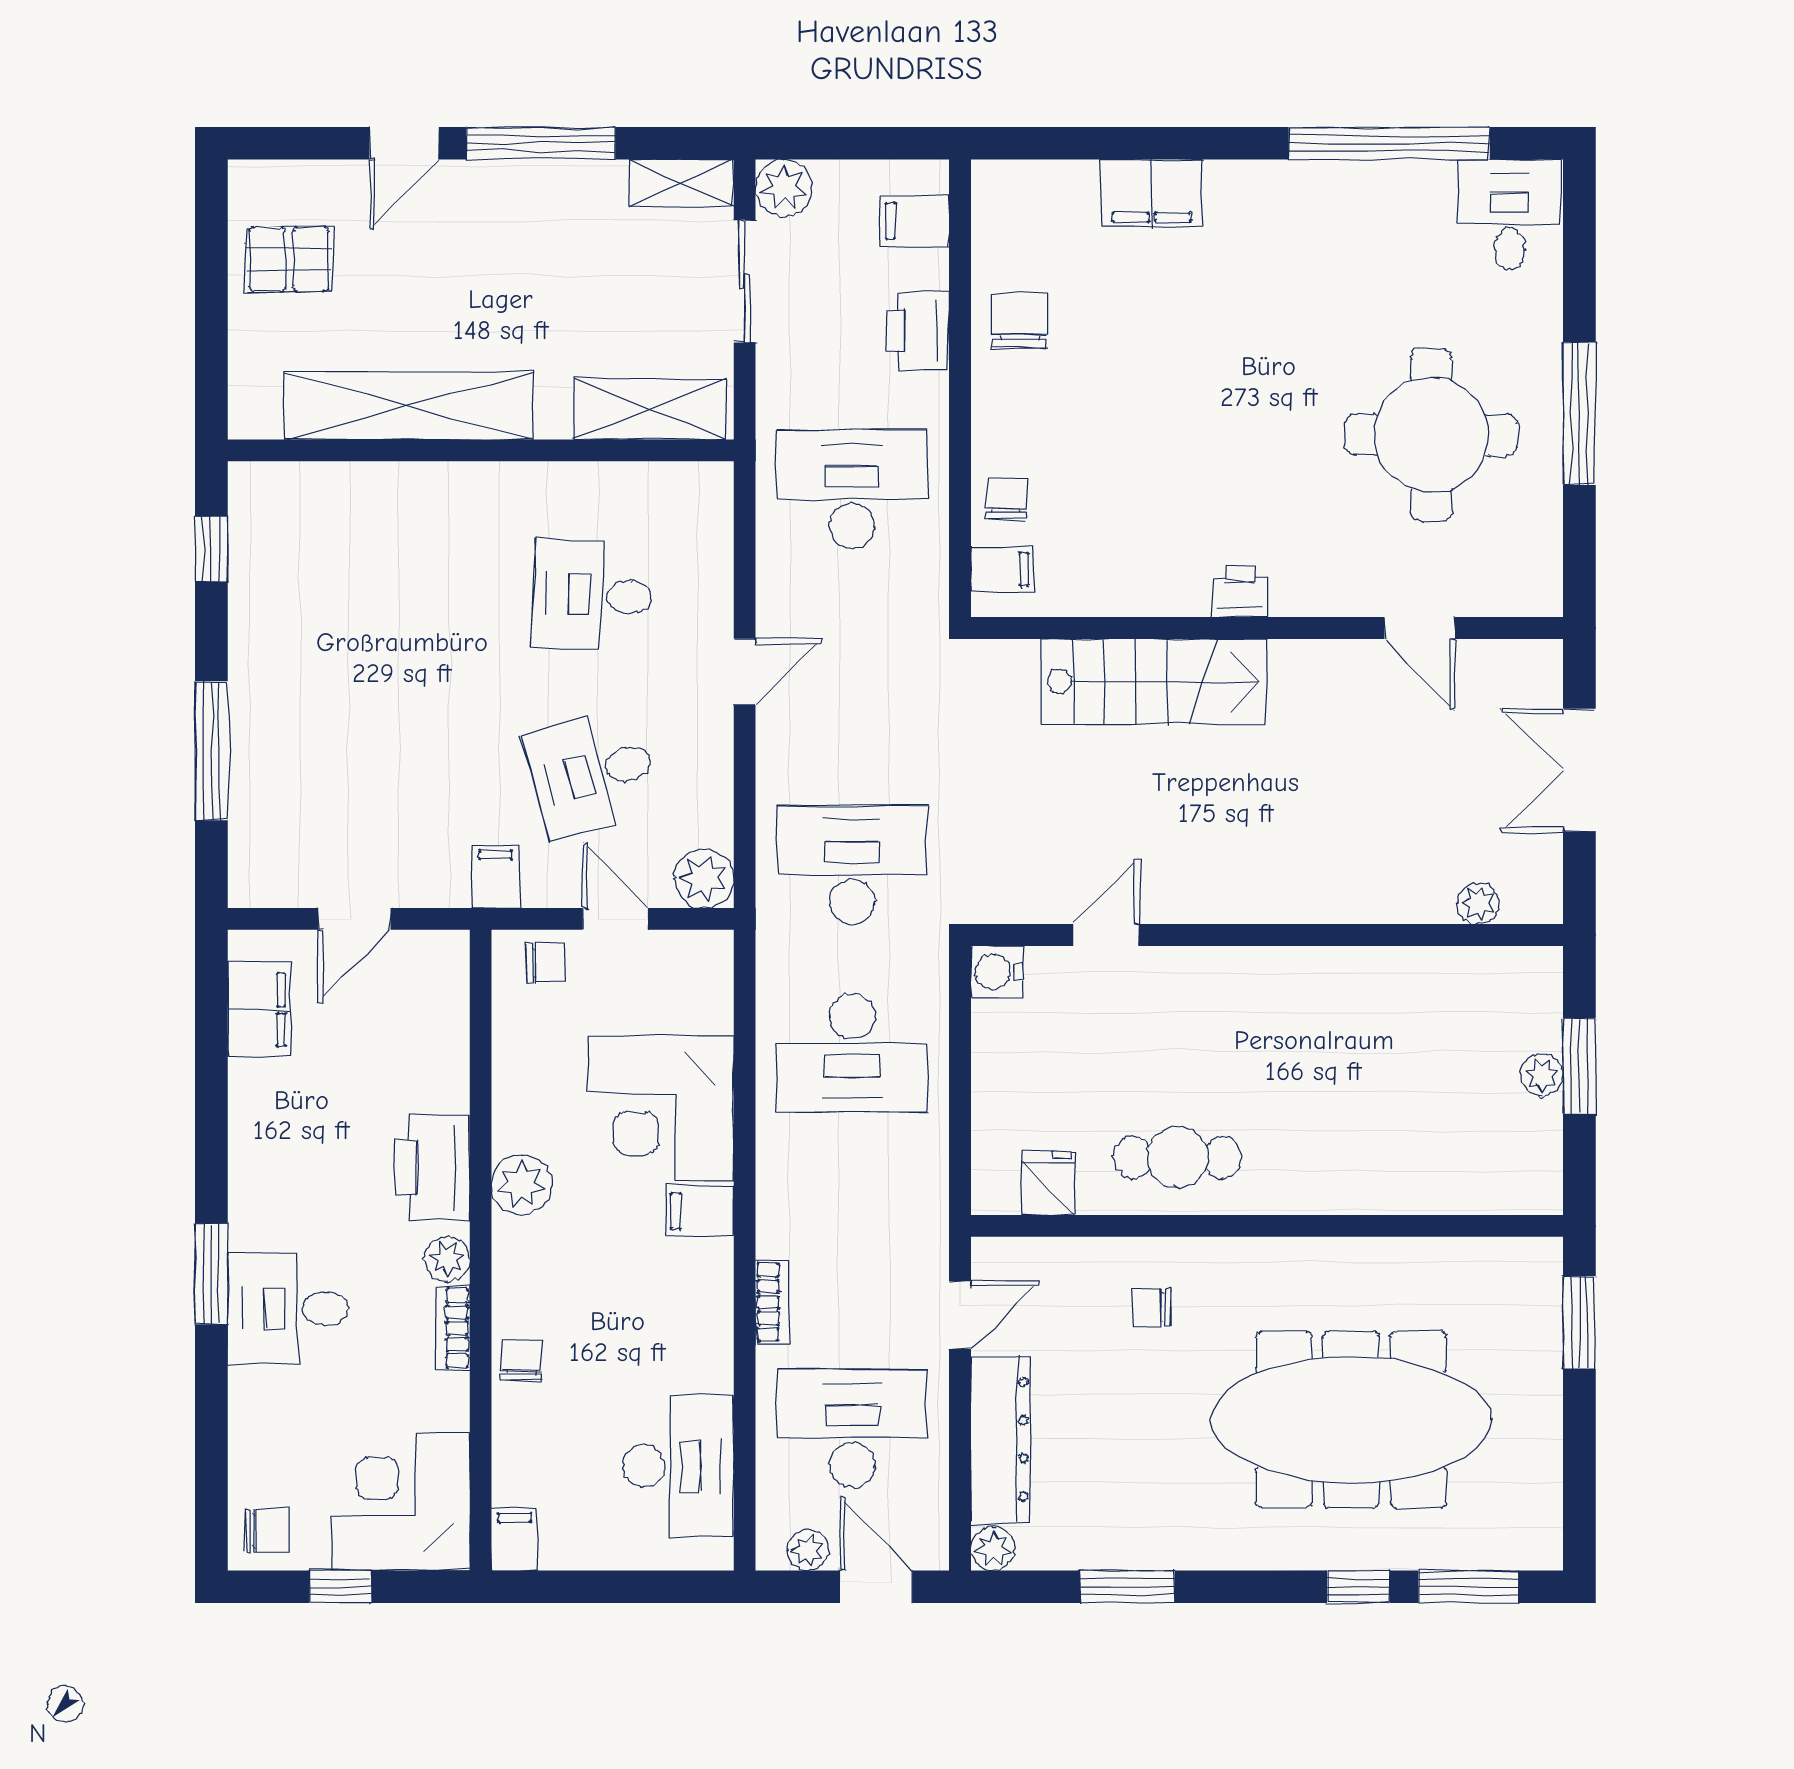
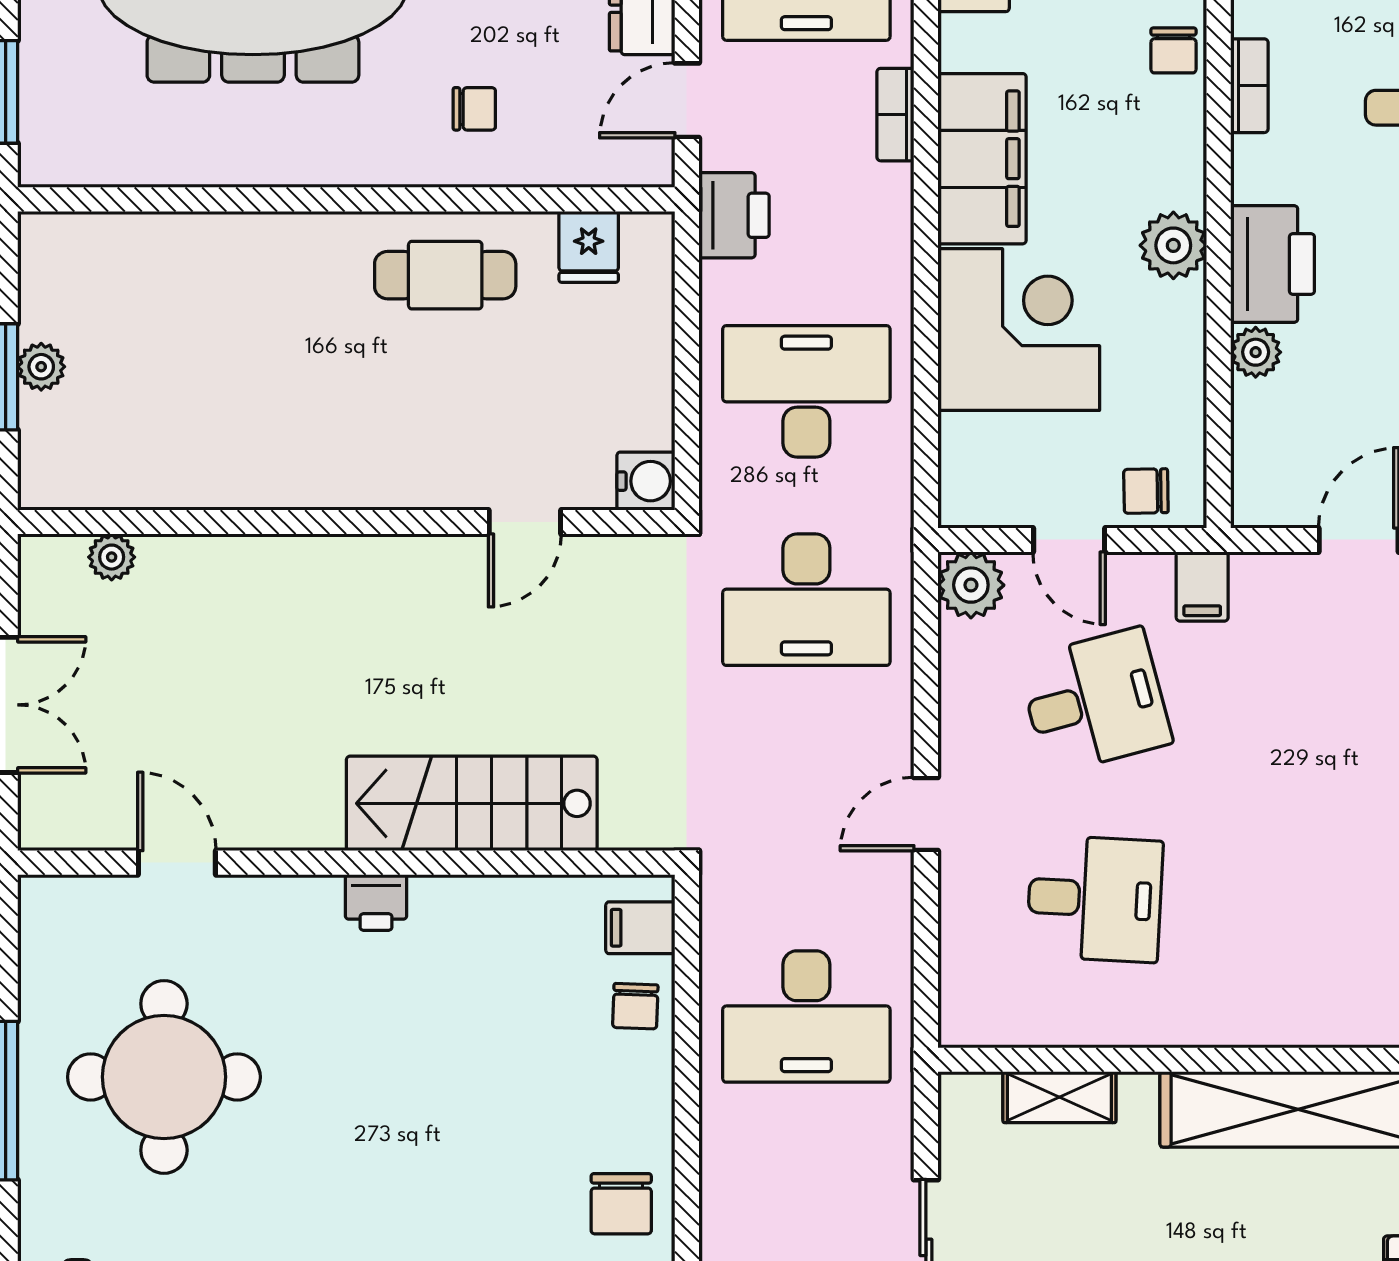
printer: (917, 330) -> (734, 215), moved
shelving: (650, 409) -> (1059, 1097), width x0.67, depth x0.75
filing cabinet: (700, 1211) -> (982, 159), width x3.00, depth x1.17
plant: (447, 1259) -> (1256, 352), moved

